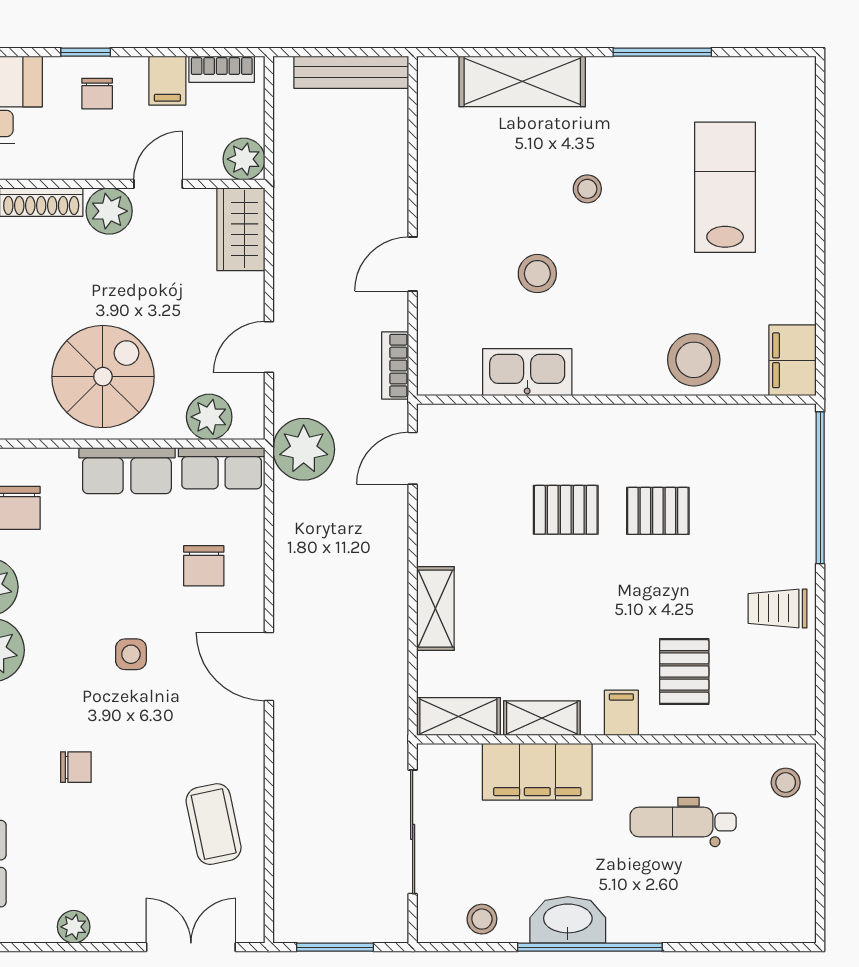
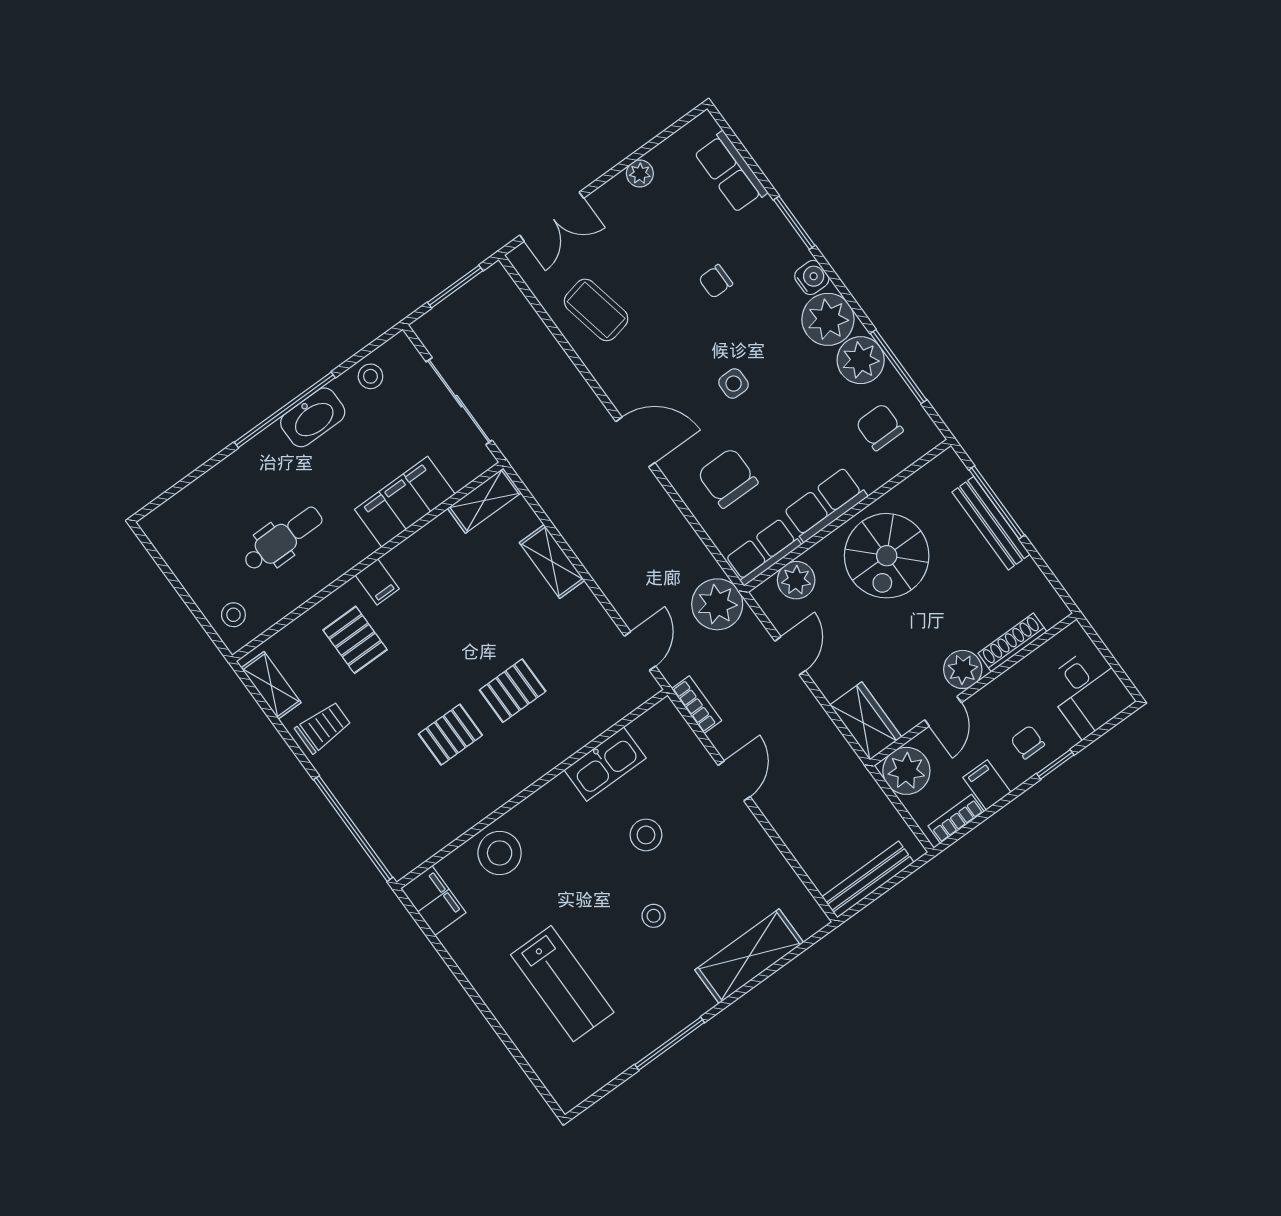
plant: (244, 159) -> (906, 771), width x1.36, depth x1.36
chair: (204, 566) -> (728, 478), width x1.37, depth x1.37
shelving: (542, 718) -> (271, 685), moved, turned 90

